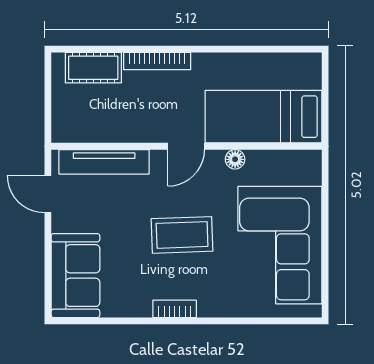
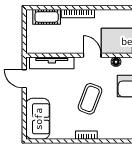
door: (186, 146) -> (92, 55), swing flipped
coffee table: (182, 235) -> (90, 99), turned -67

